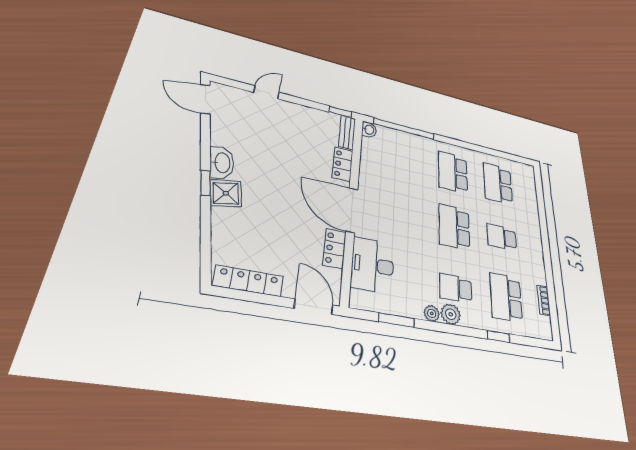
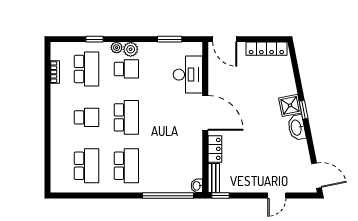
locker: (335, 248) -> (215, 81), removed
plant: (432, 313) -> (117, 48), moved

